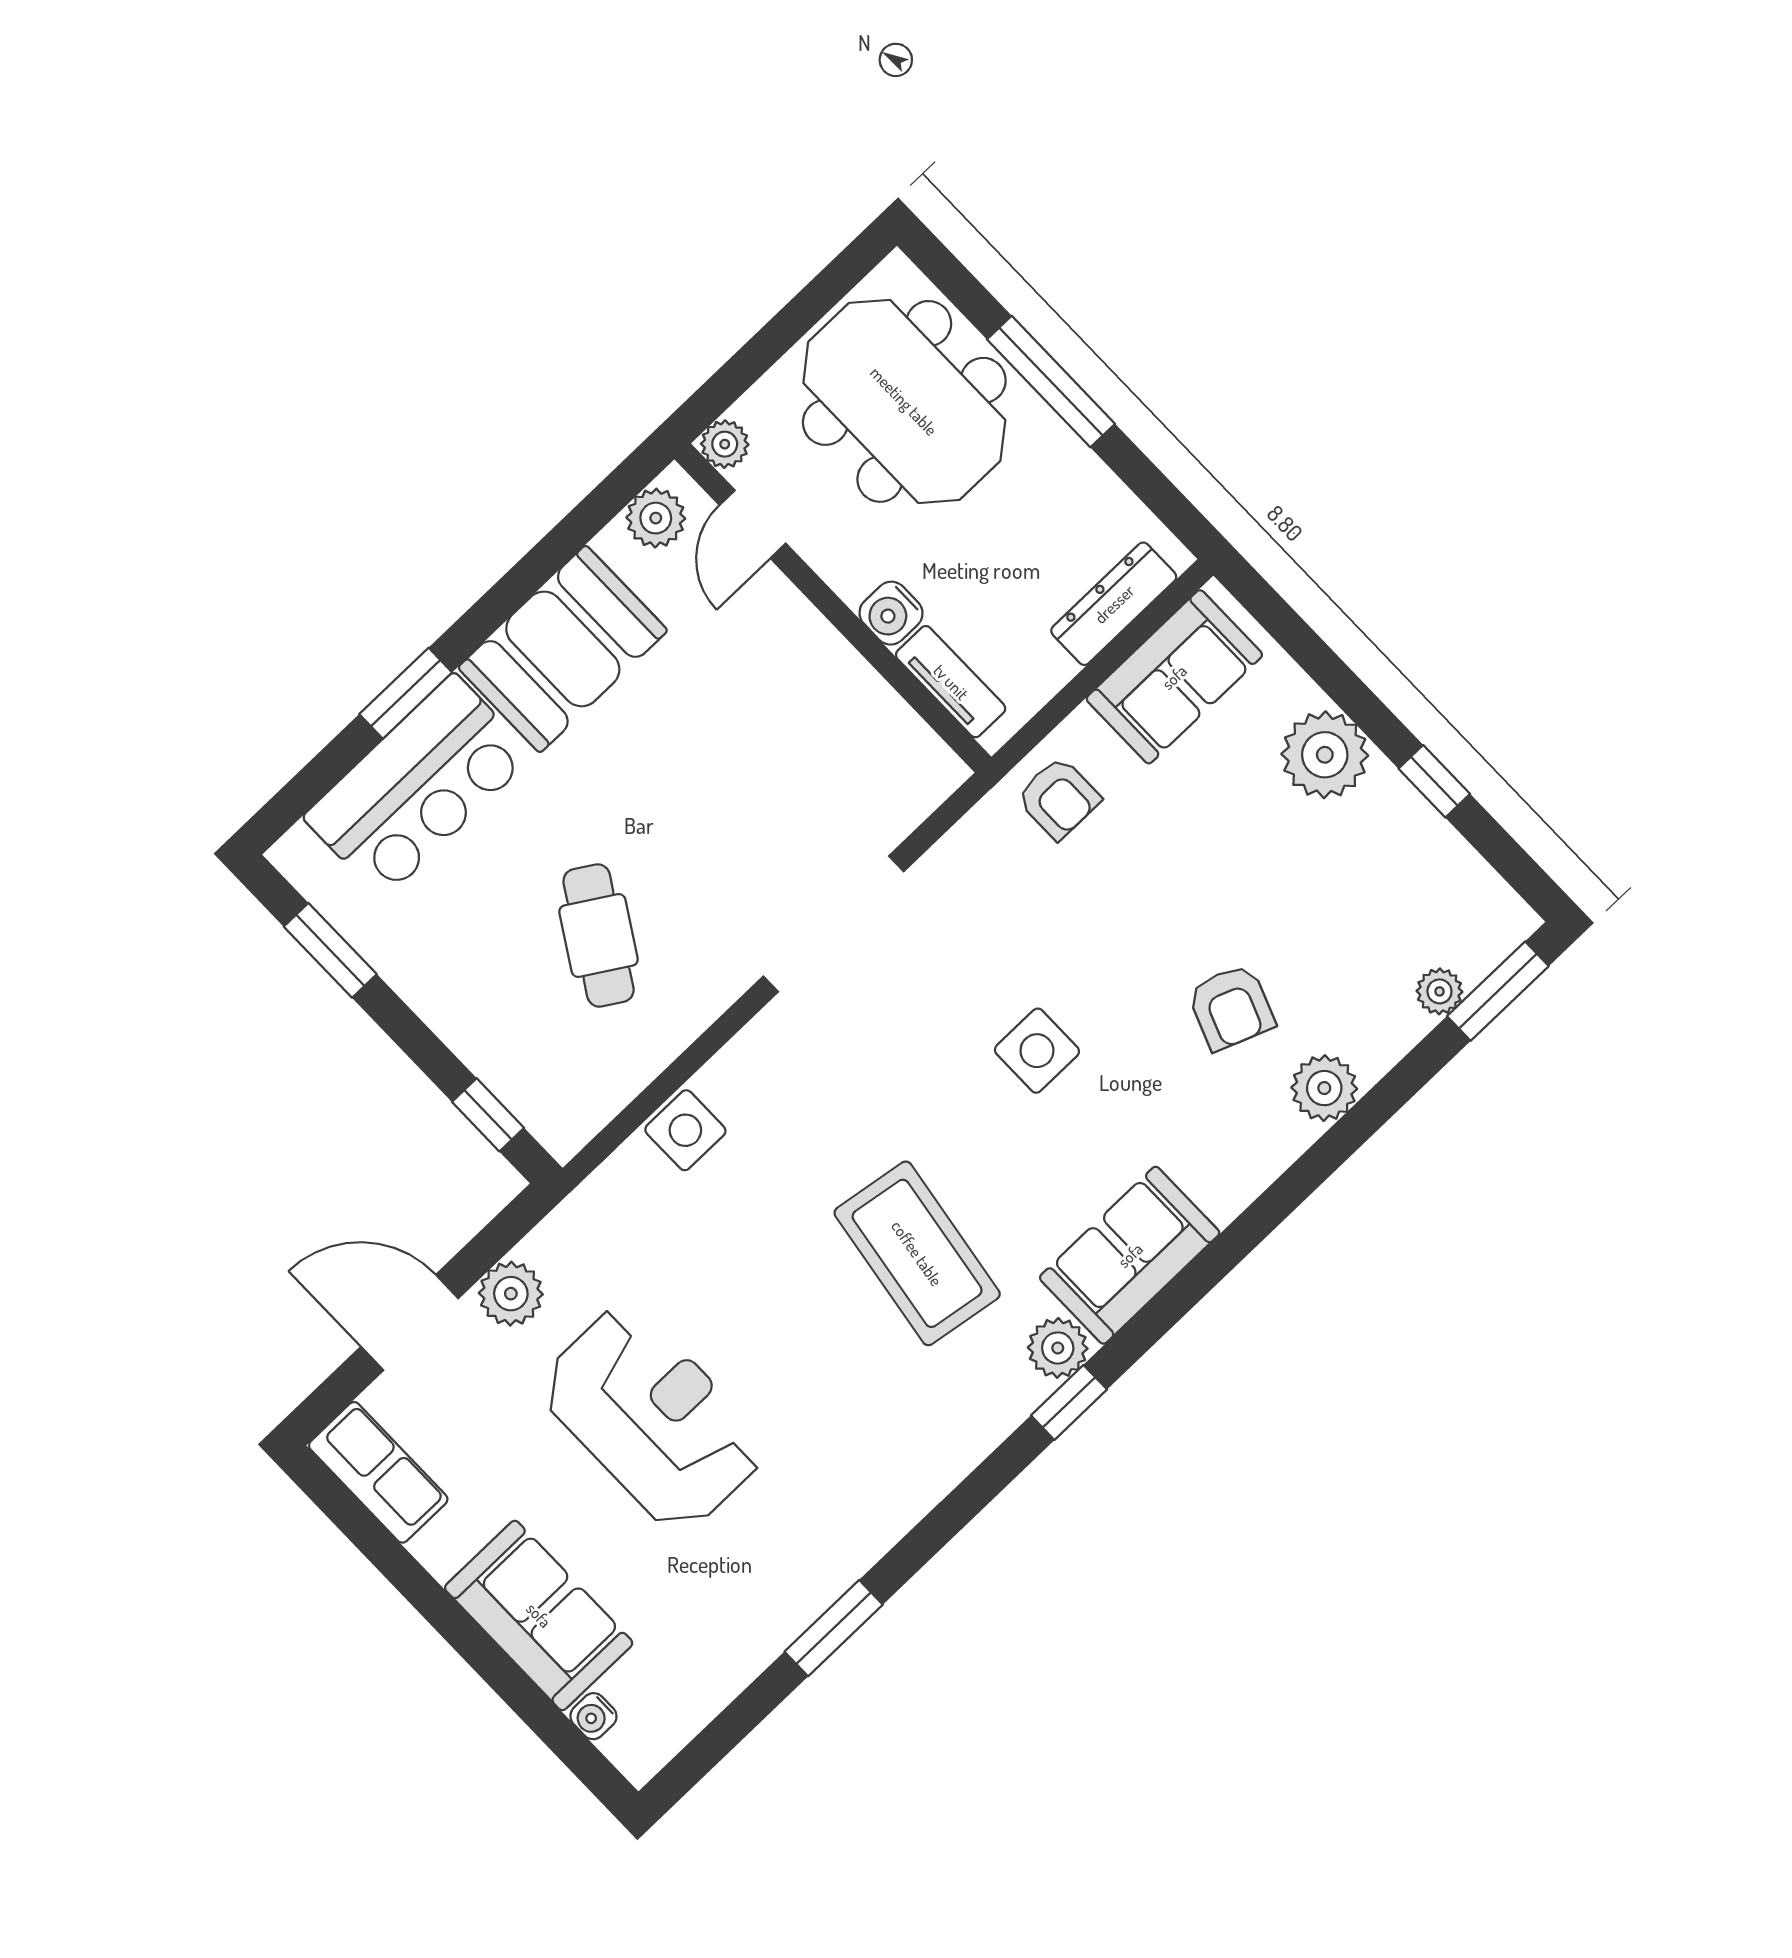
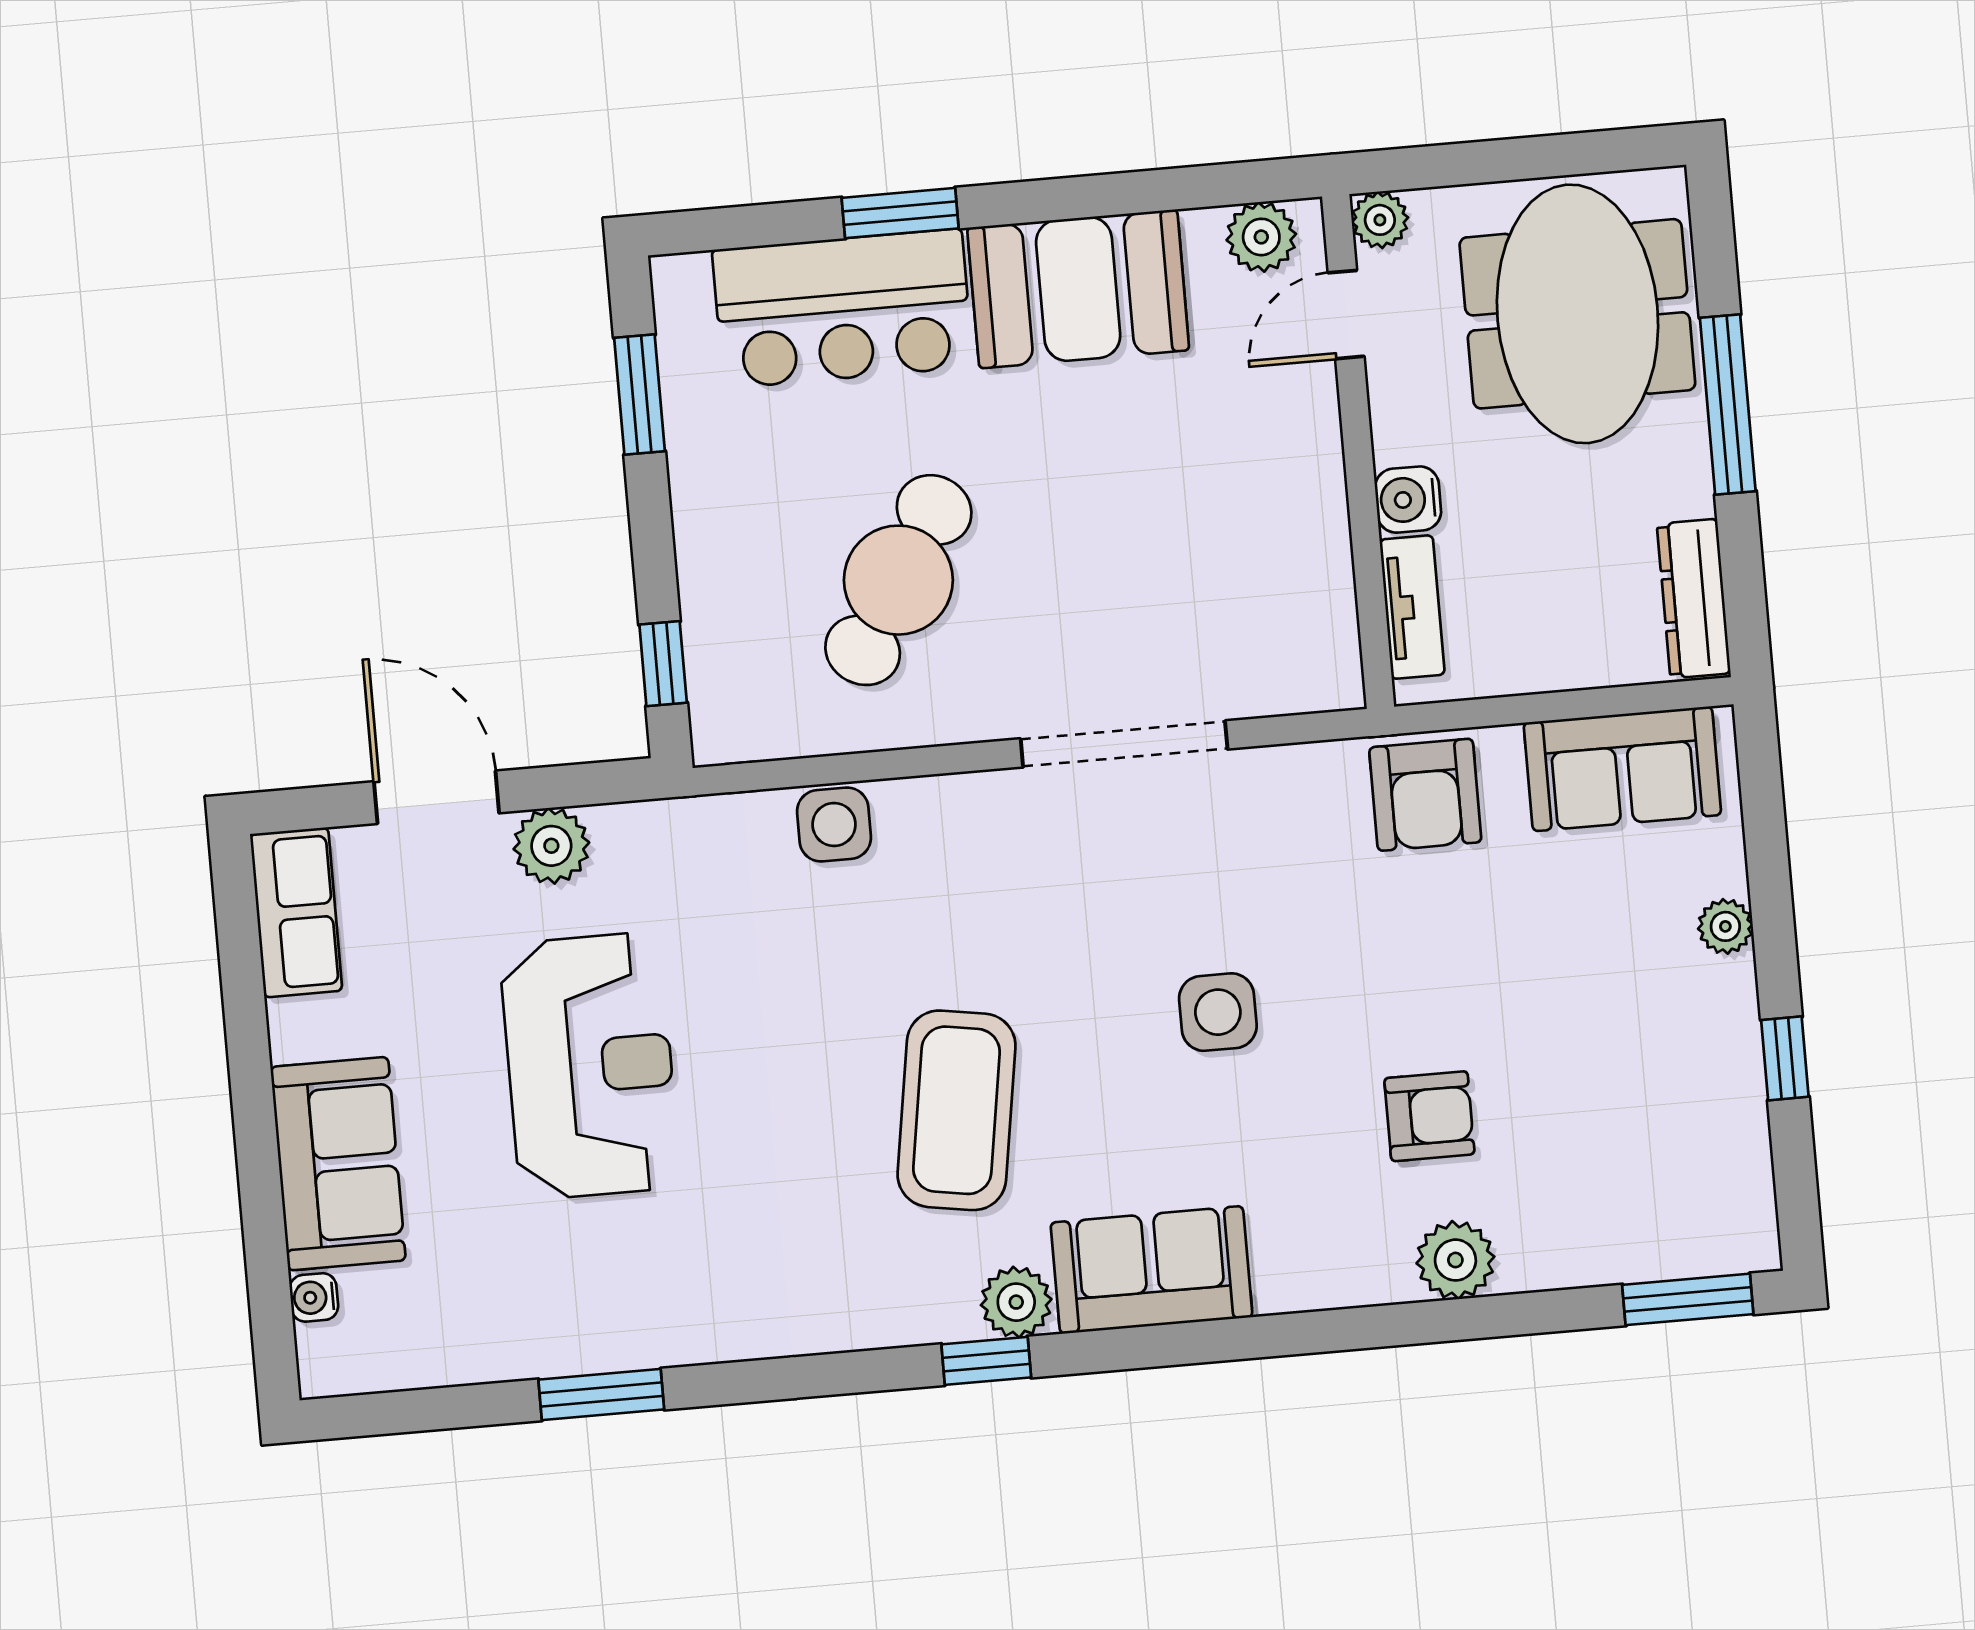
dresser: (1114, 604) -> (1694, 599), moved, turned -90
plant: (1325, 755) -> (1725, 926), width x0.53, depth x0.53
armchair: (1058, 798) -> (1425, 795), width x1.38, depth x1.38
cafe table: (599, 935) -> (898, 580), width x1.37, depth x1.35
plant: (1439, 991) -> (1634, 1256), removed
armchair: (1231, 1007) -> (1429, 1116), turned -111

